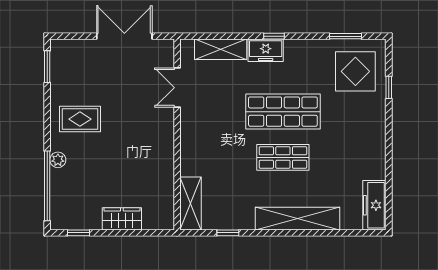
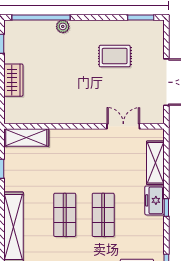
shop shelf: (283, 112) -> (103, 215), width x0.70, depth x0.74
rug: (80, 119) -> (115, 56), moved, turned 90

